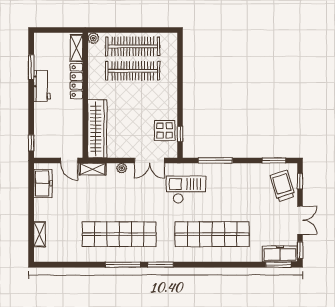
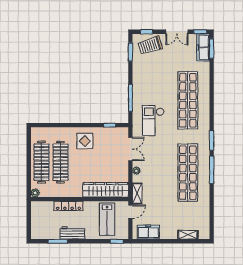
shelving: (76, 48) -> (43, 206), removed
lab bench: (59, 130) -> (107, 219), added
display table: (165, 130) -> (85, 141), moved
double door: (300, 220) -> (177, 32), swing flipped

